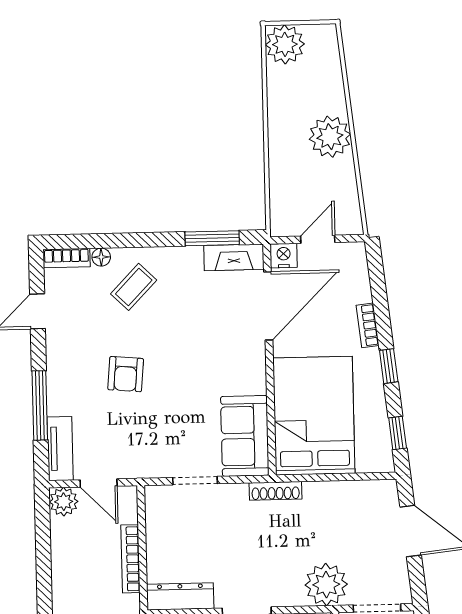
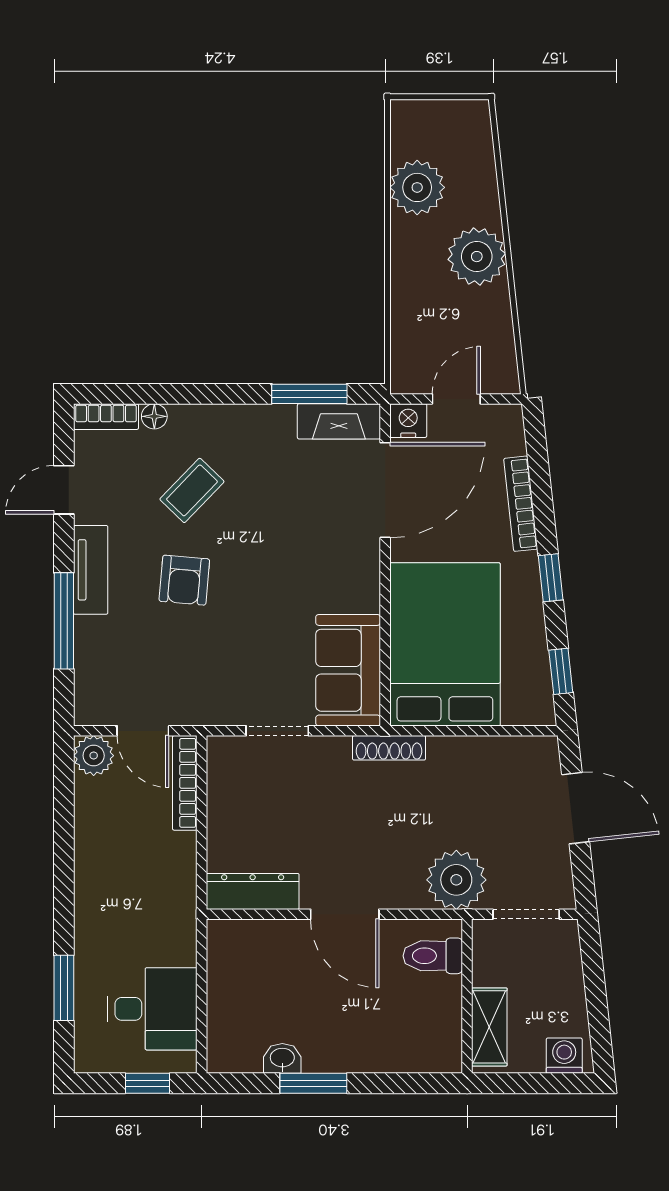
plant: (285, 44) -> (417, 187), moved
coffee table: (134, 287) -> (192, 490), moved
bookcase: (367, 325) -> (521, 504), width x1.56
tv unit: (60, 449) -> (91, 570), moved
bookcase: (130, 559) -> (185, 783), moved

